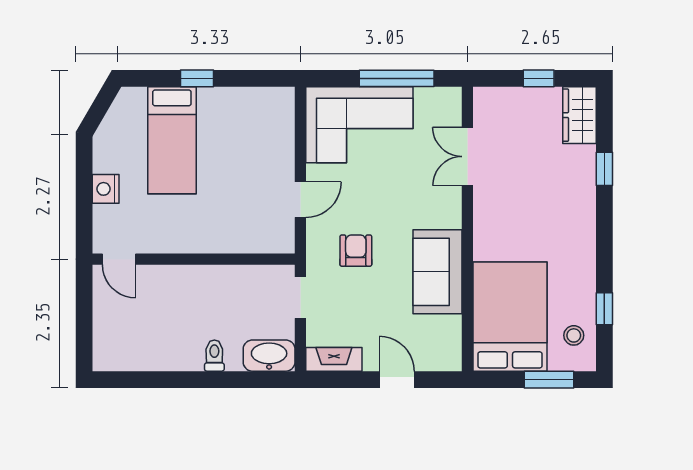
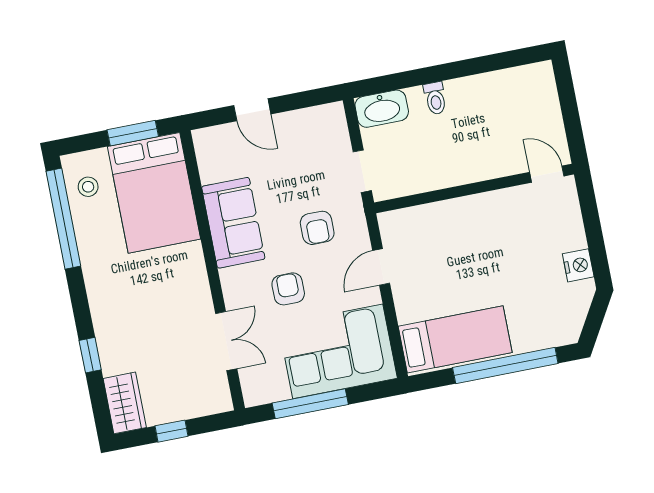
window: (197, 78) -> (505, 366), width x3.17
bed: (172, 140) -> (455, 339), moved, turned 90
nightstand: (106, 189) -> (578, 265), moved
armchair: (396, 196) -> (288, 289), added
window: (604, 309) -> (63, 219), width x3.17
fireplace: (334, 359) -> (318, 117), removed
window: (549, 380) -> (133, 133), moved

